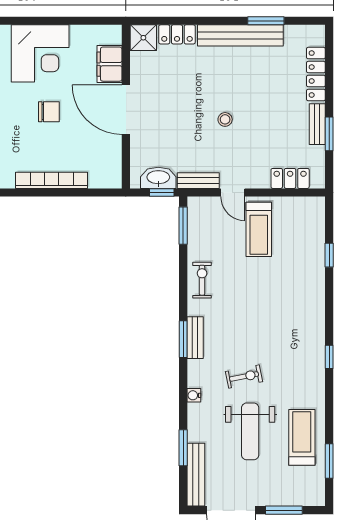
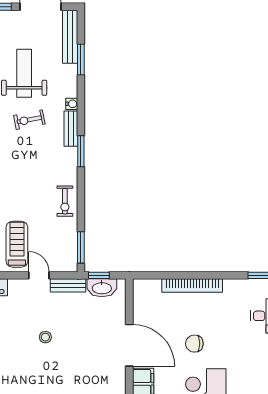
bench: (195, 338) -> (71, 129), moved

